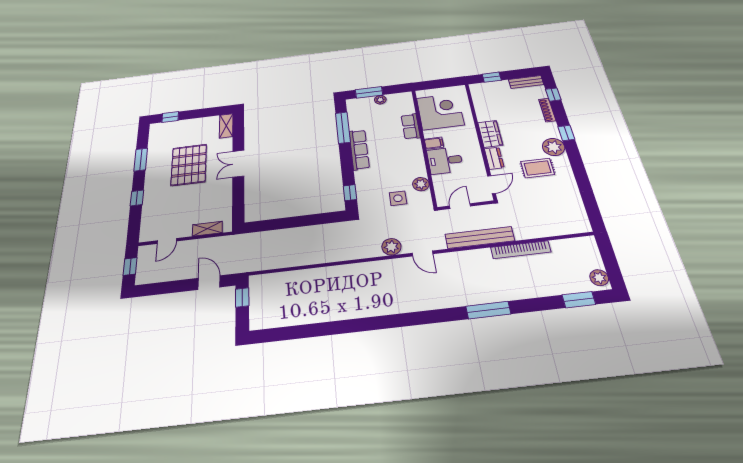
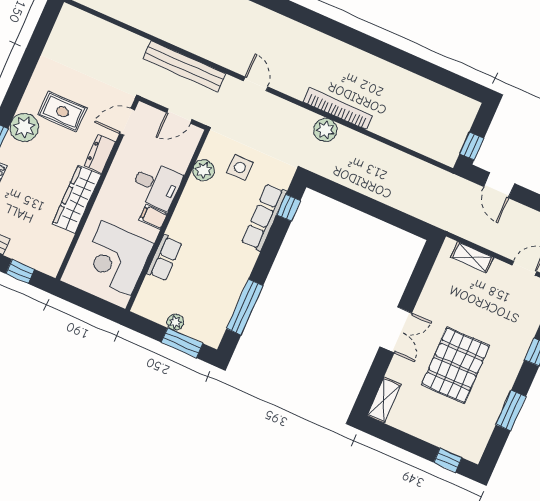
wardrobe: (490, 134) -> (77, 199), width x1.50
row of seats: (359, 150) -> (264, 217), moved
plant: (391, 247) -> (325, 130), moved
bookcase: (521, 250) -> (338, 109), moved

